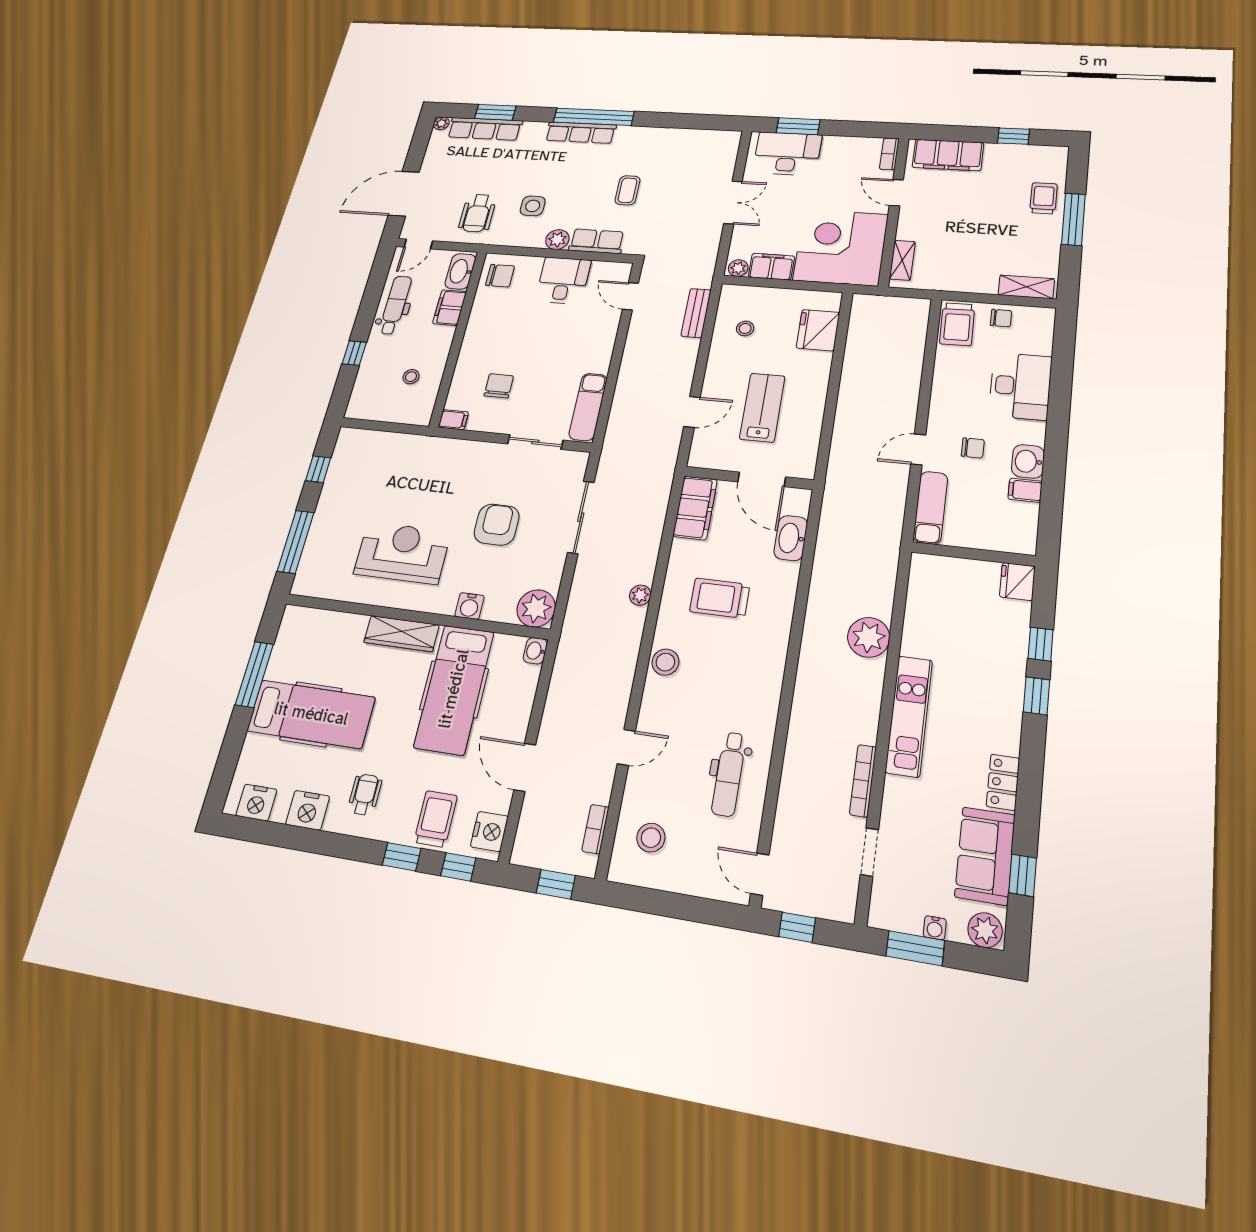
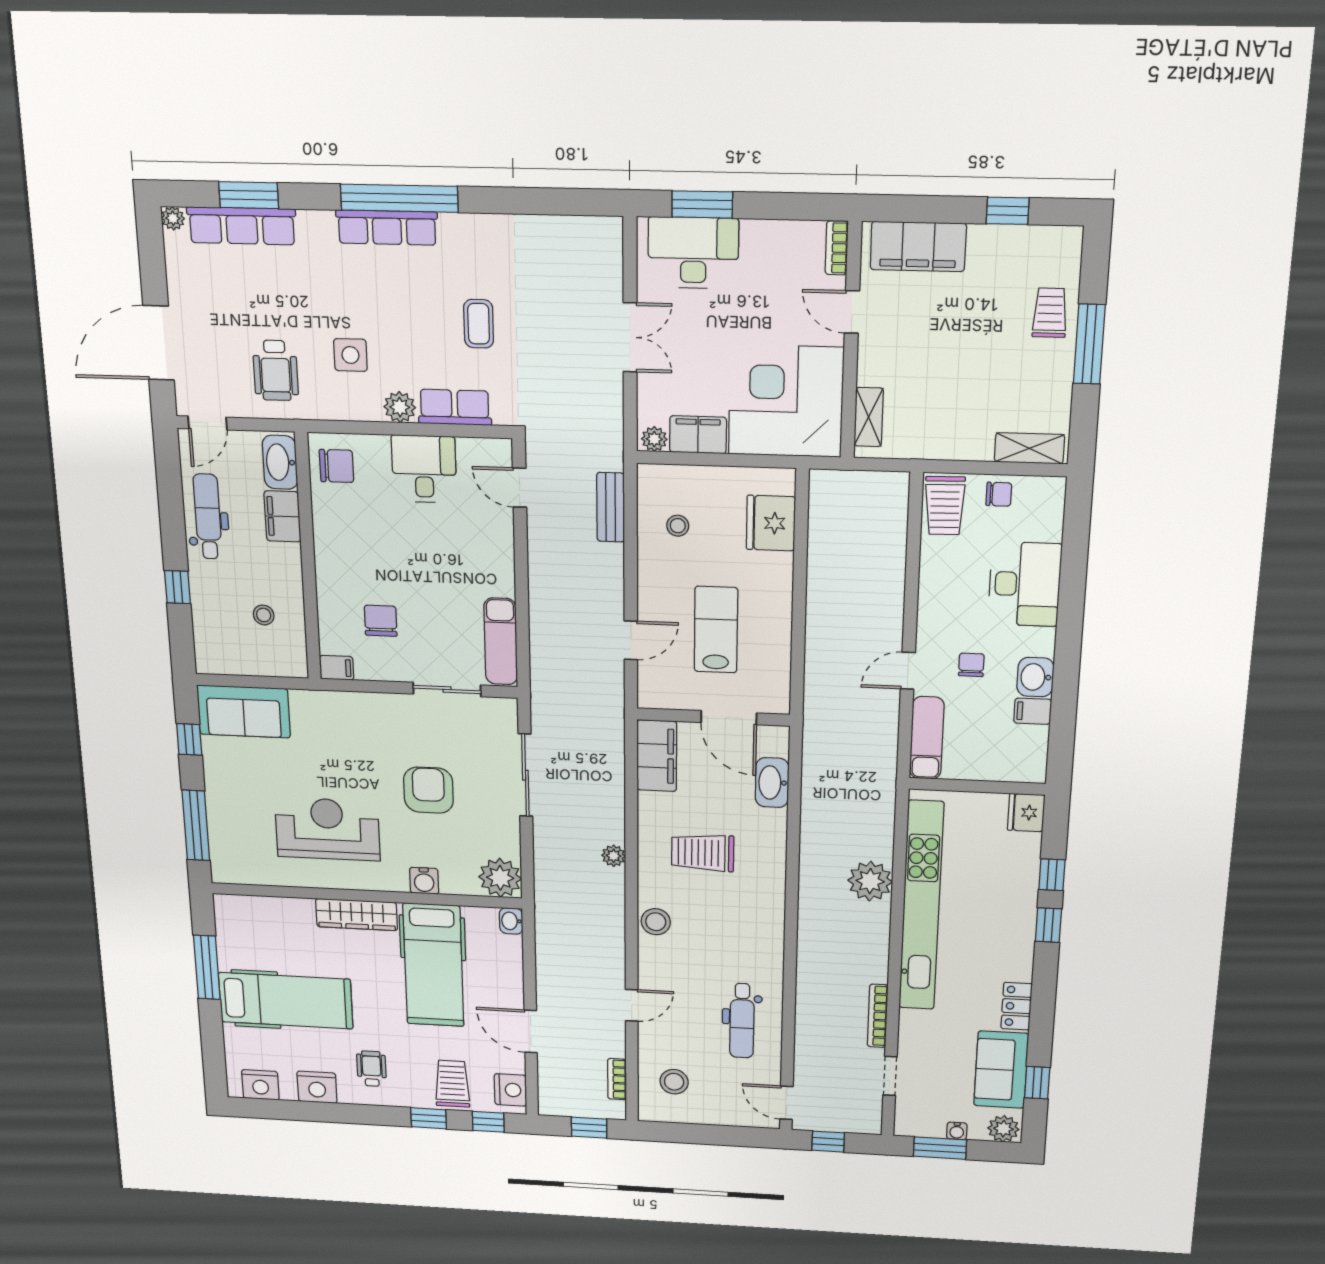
chair: (973, 448) -> (971, 665), turned -90
sofa: (369, 450) -> (244, 711), added
kitchen unit: (909, 716) -> (921, 906), width x1.86

